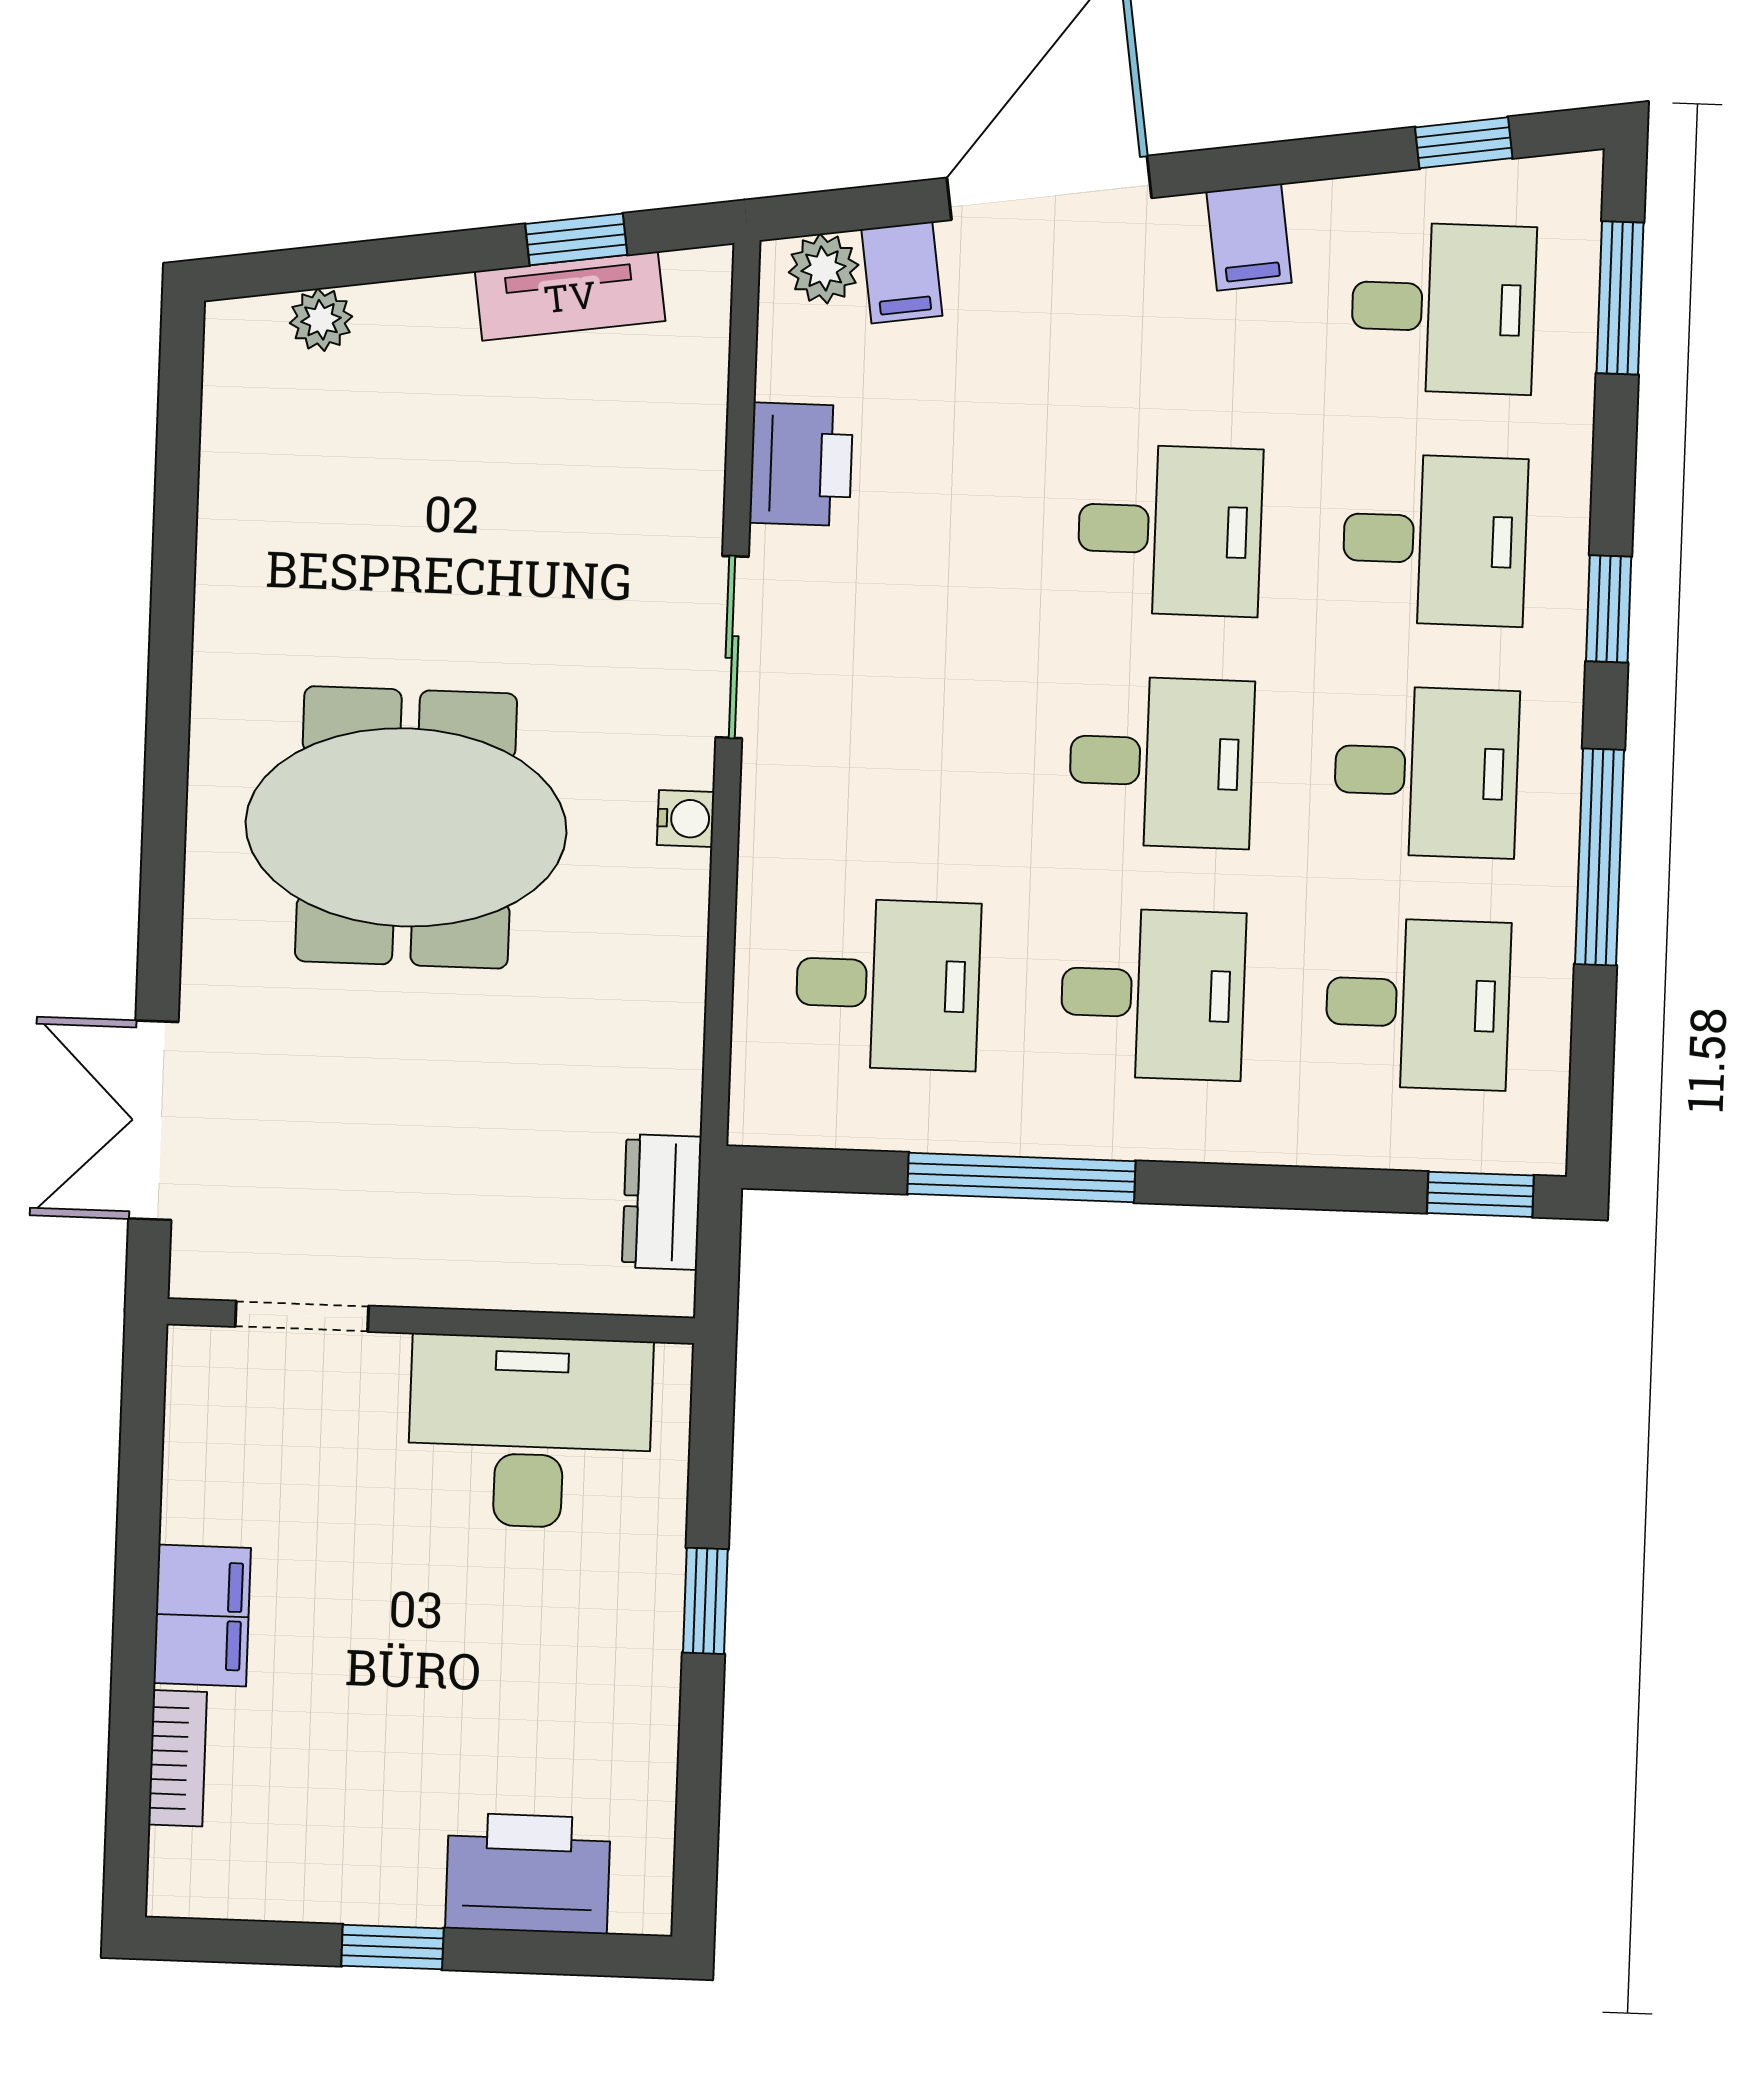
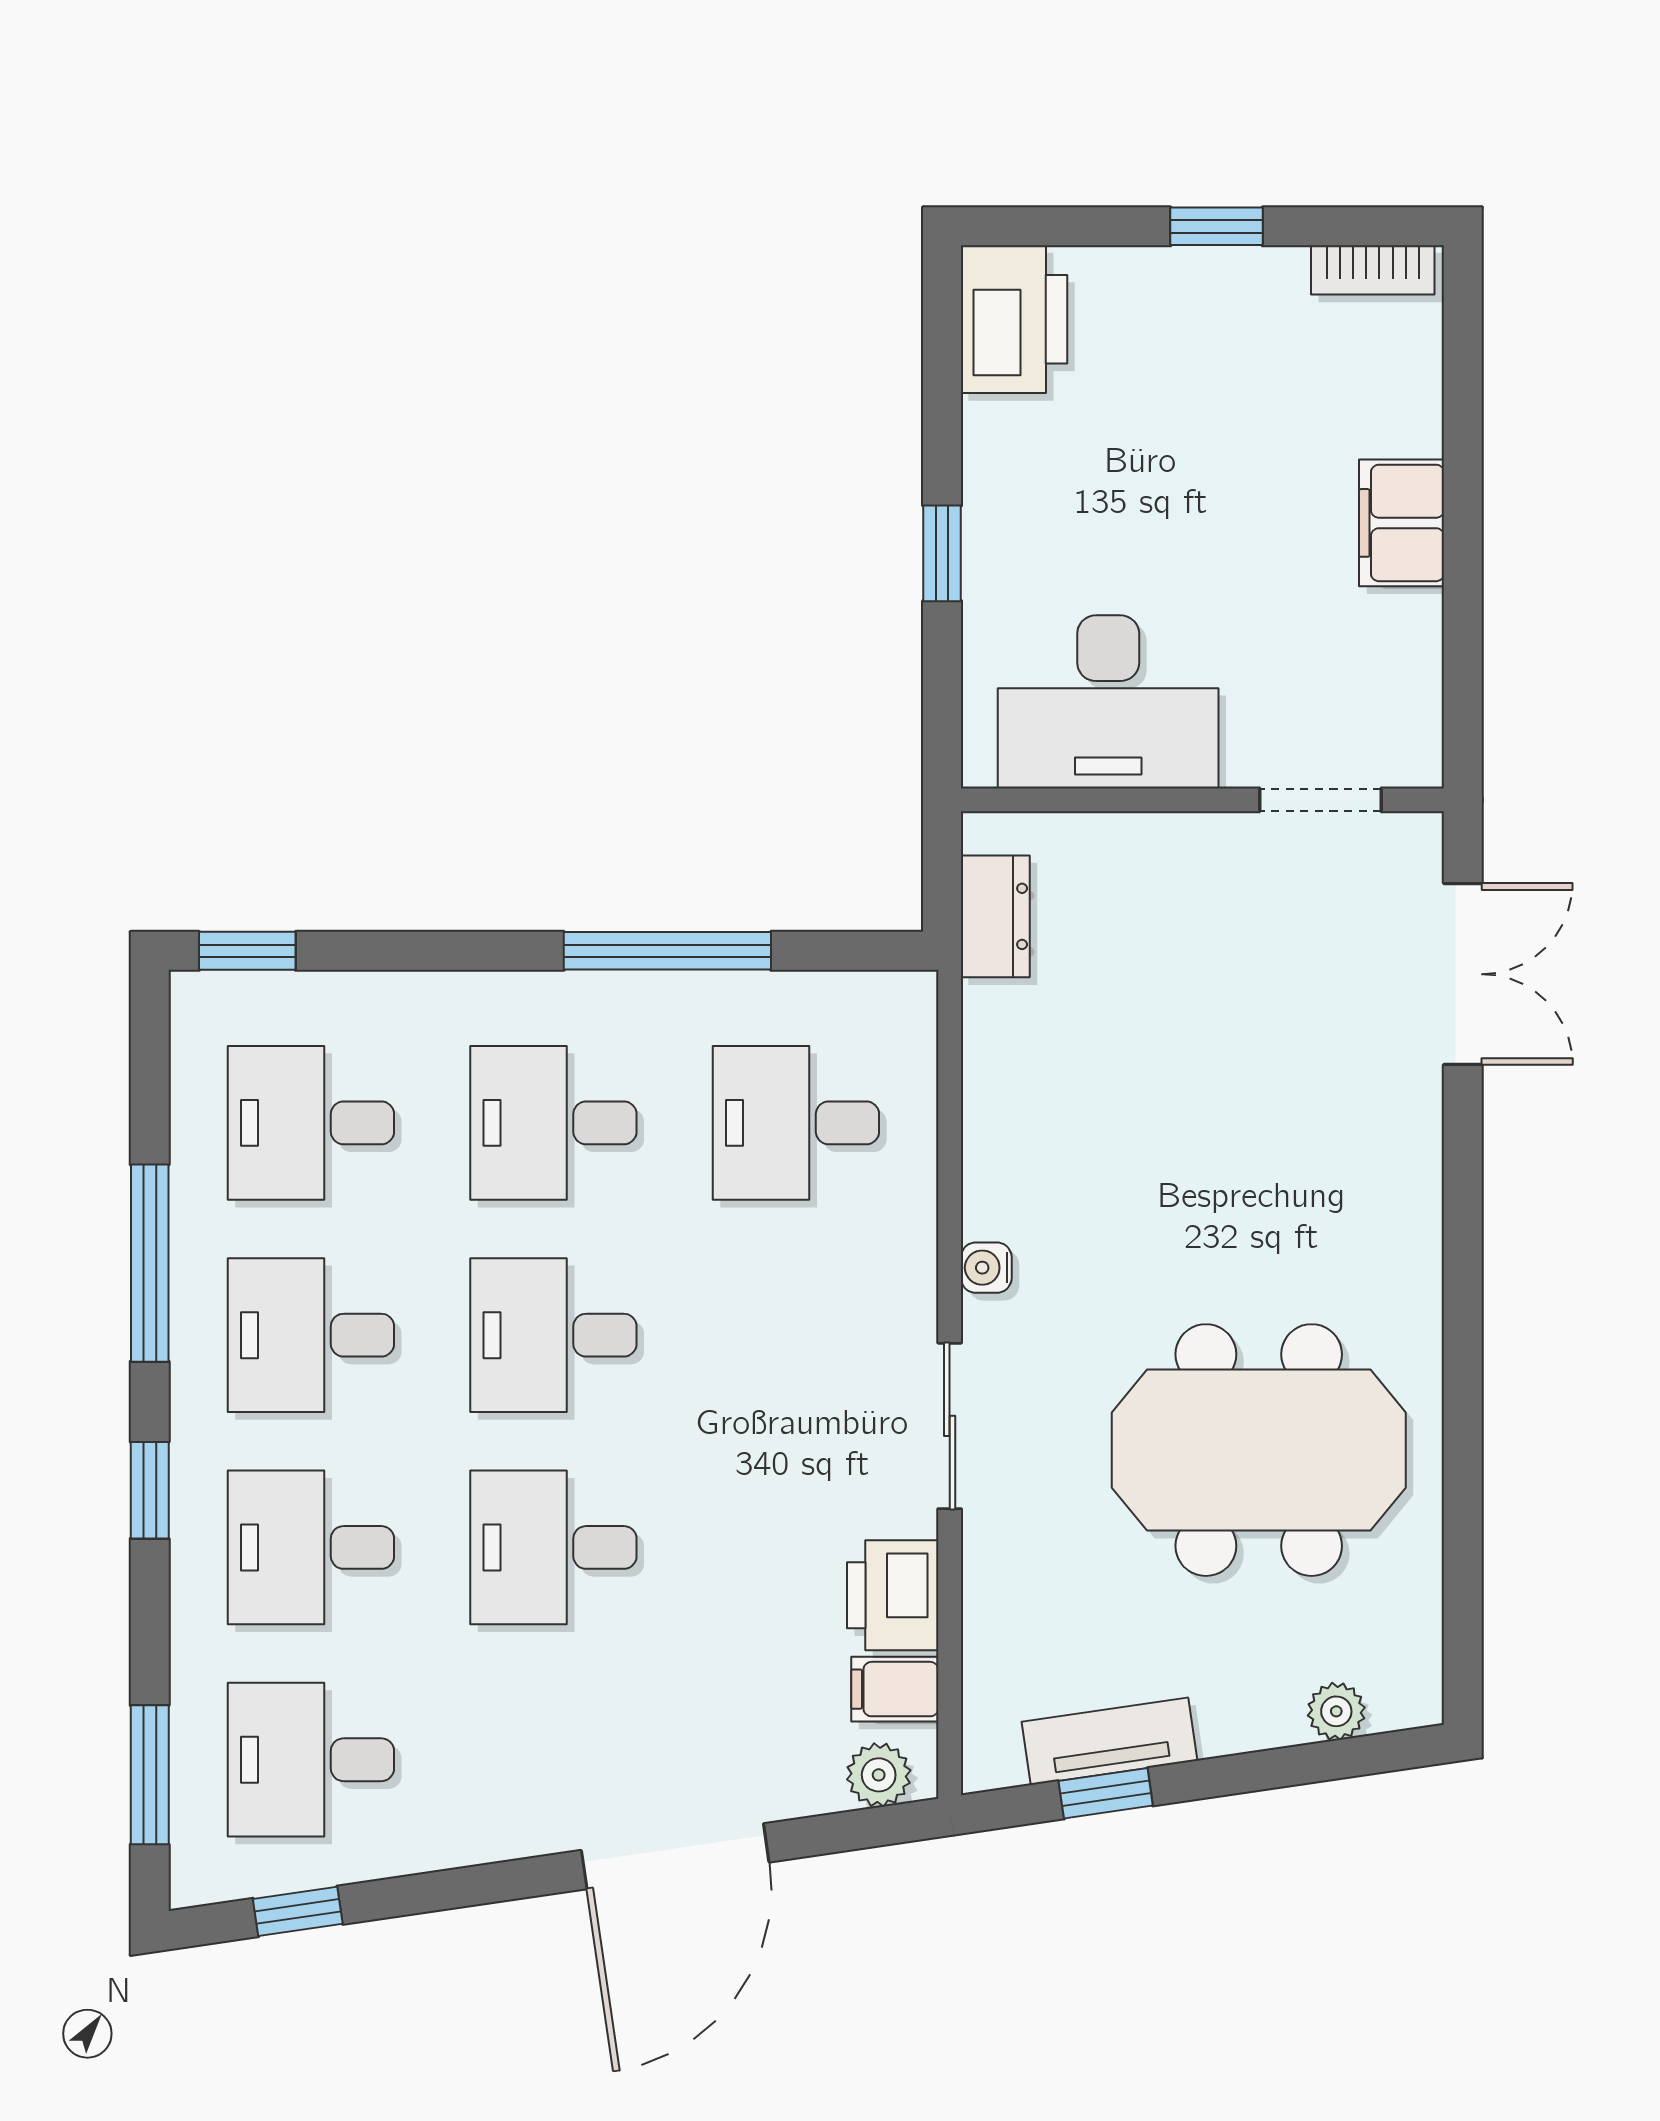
filing cabinet: (1249, 237) -> (491, 1818), removed
filing cabinet: (902, 272) -> (895, 1689), moved, turned -82
meeting table: (406, 827) -> (1259, 1450), moved
bookcase: (178, 1758) -> (1373, 270), moved, turned -90
printer: (528, 1873) -> (1014, 319), moved, turned -90

